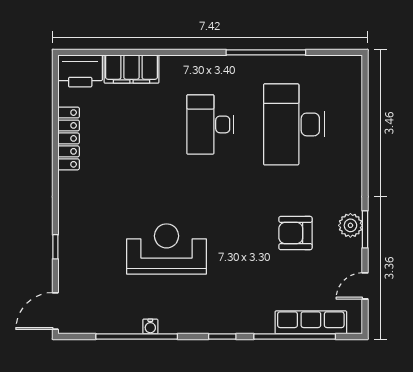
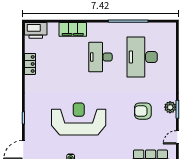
filing cabinet: (132, 69) -> (73, 29), moved
locker: (69, 138) -> (30, 64), width x0.66
reception desk: (167, 249) -> (79, 119), width x1.36, depth x1.30

